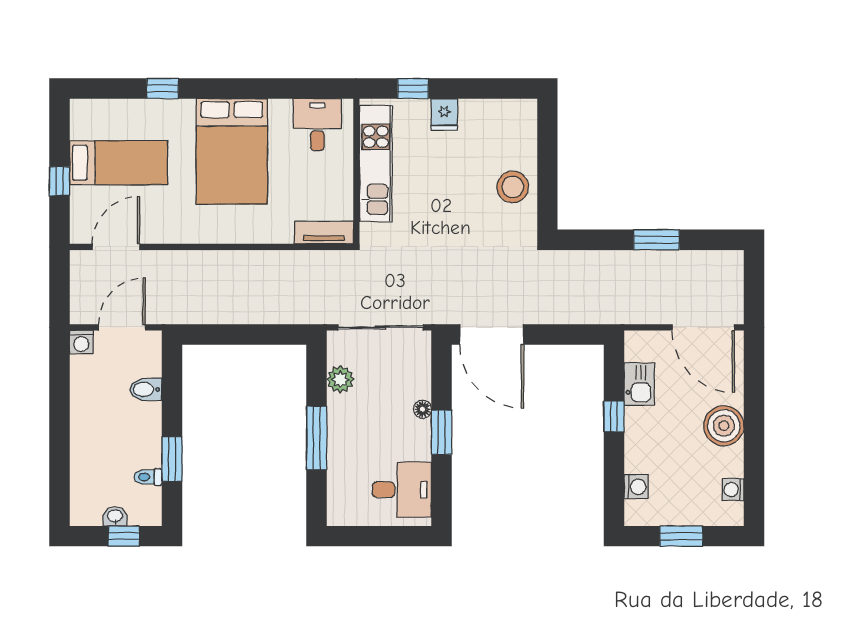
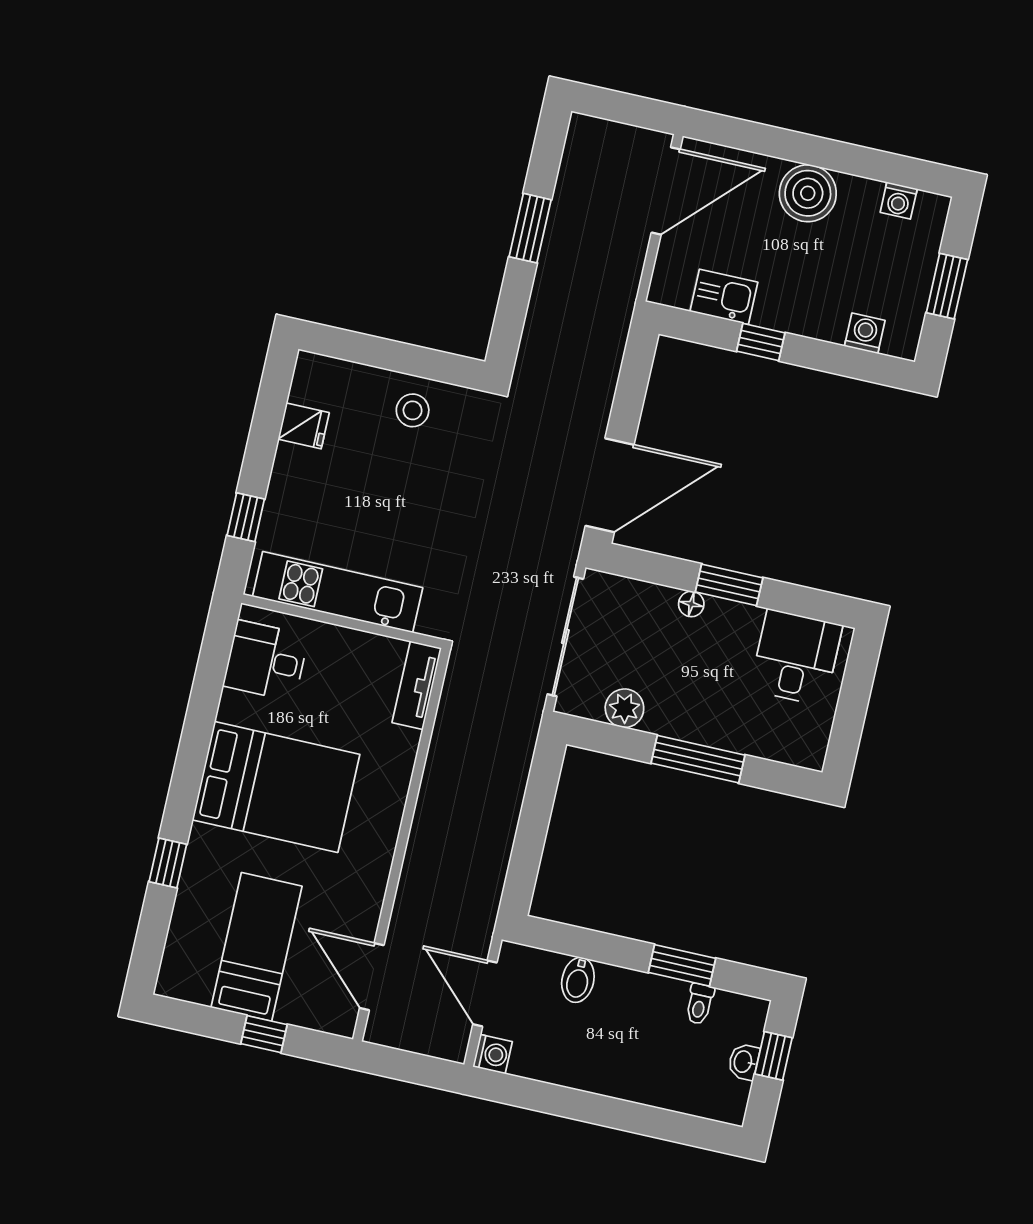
fridge: (444, 114) -> (304, 426), moved
stool: (513, 187) -> (413, 410), width x0.73, depth x0.73

